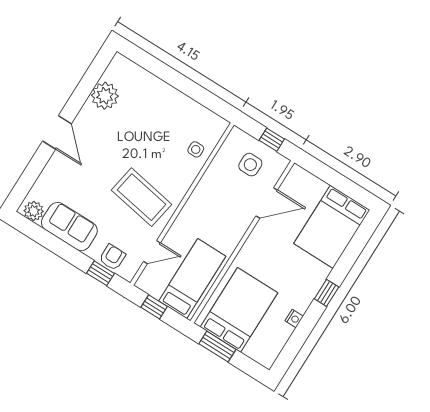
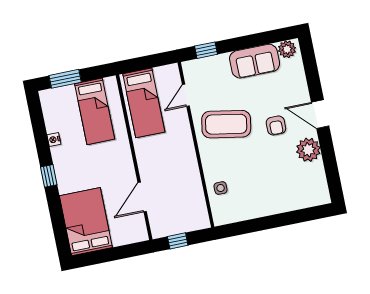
plant: (105, 96) -> (308, 150), moved
side table: (250, 165) -> (176, 212), removed
armchair: (112, 257) -> (276, 125), moved
window: (154, 307) -> (151, 61), removed
bed: (239, 310) -> (95, 111), width x0.67
window: (217, 347) -> (65, 79), moved

